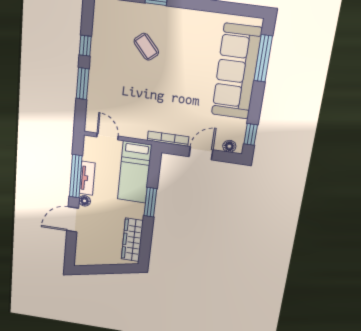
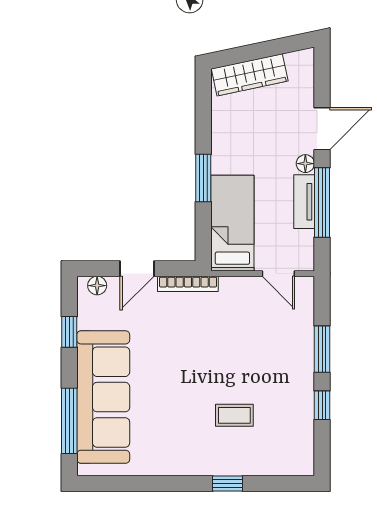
coffee table: (146, 47) -> (234, 415), turned -49
window: (251, 134) -> (69, 332), moved
wardrobe: (132, 240) -> (250, 75), moved, turned 78

